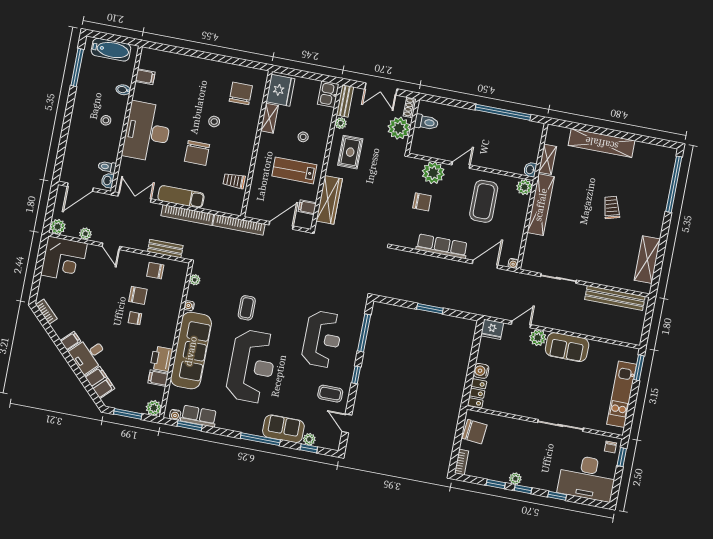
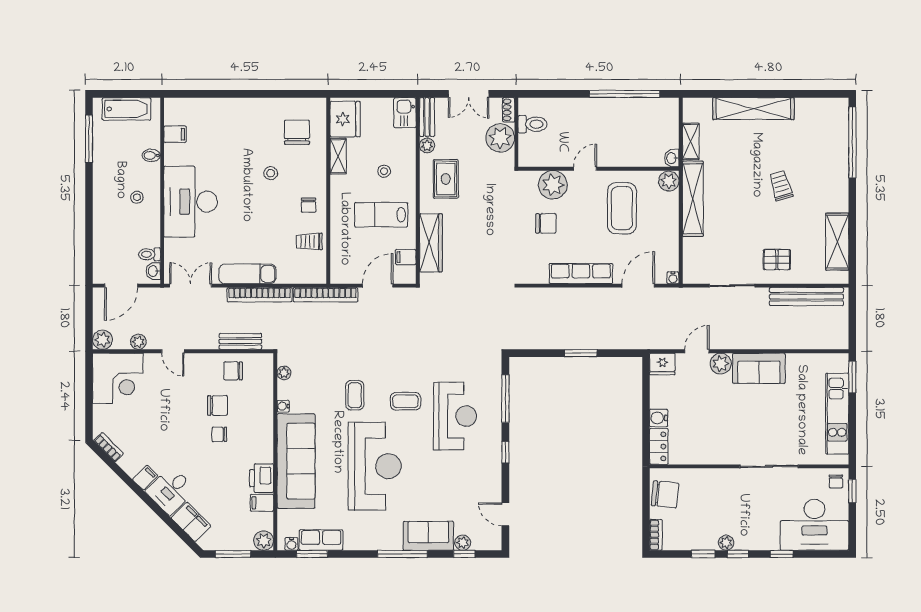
chair: (197, 153) -> (309, 205), moved, width x0.54, depth x0.54
pallet: (597, 265) -> (777, 260), added
coffee table: (330, 394) -> (405, 401), moved

